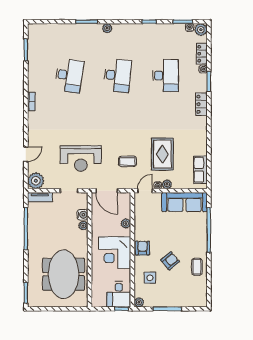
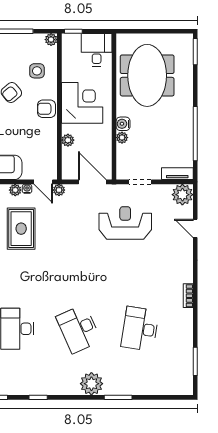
plant: (107, 28) -> (91, 384), width x1.87, depth x1.87
desk: (117, 76) -> (79, 329), turned -30
door: (26, 154) -> (195, 228), hinge flipped
coffee table: (127, 161) -> (66, 219), removed
plant: (133, 184) -> (59, 190), added
door: (145, 191) -> (43, 182), hinge flipped
water cooler: (82, 215) -> (123, 124), moved
armchair: (143, 248) -> (46, 109), turned 90
desk: (119, 294) -> (97, 50), moved

